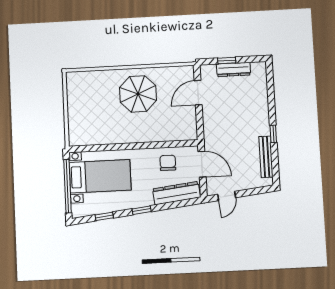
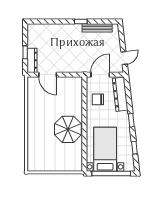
dresser: (234, 69) -> (32, 60), moved
parasol: (138, 94) -> (68, 129), moved
door: (227, 196) -> (124, 58), hinge flipped

